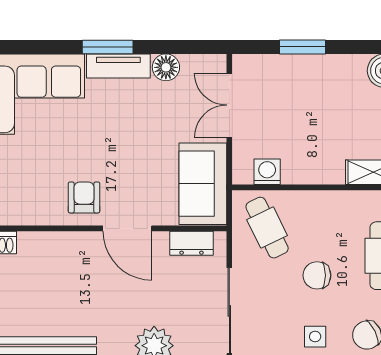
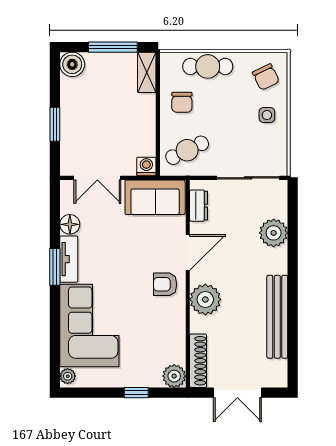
washing machine: (267, 172) -> (146, 166), moved, turned 90
plant: (63, 252) -> (205, 299), added
chair: (317, 275) -> (182, 102), moved

